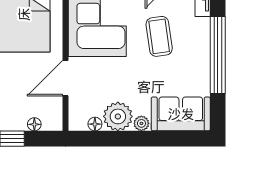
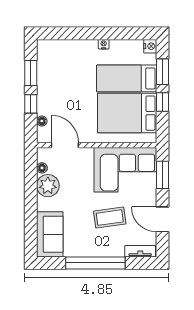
door: (66, 78) -> (65, 145), moved
plant: (141, 123) -> (42, 204), removed

